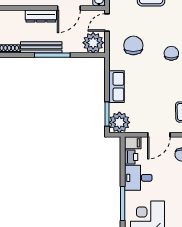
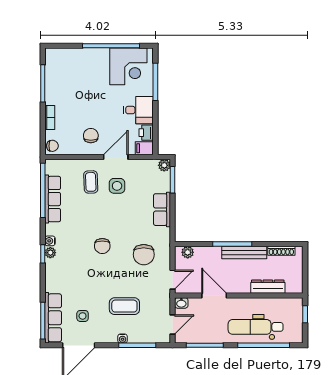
door: (69, 8) -> (214, 295), hinge flipped
dresser: (41, 16) -> (268, 287), moved
plant: (93, 43) -> (188, 252), width x0.53, depth x0.53
side table: (158, 108) -> (117, 186), added
plant: (119, 122) -> (164, 165), width x0.53, depth x0.53

